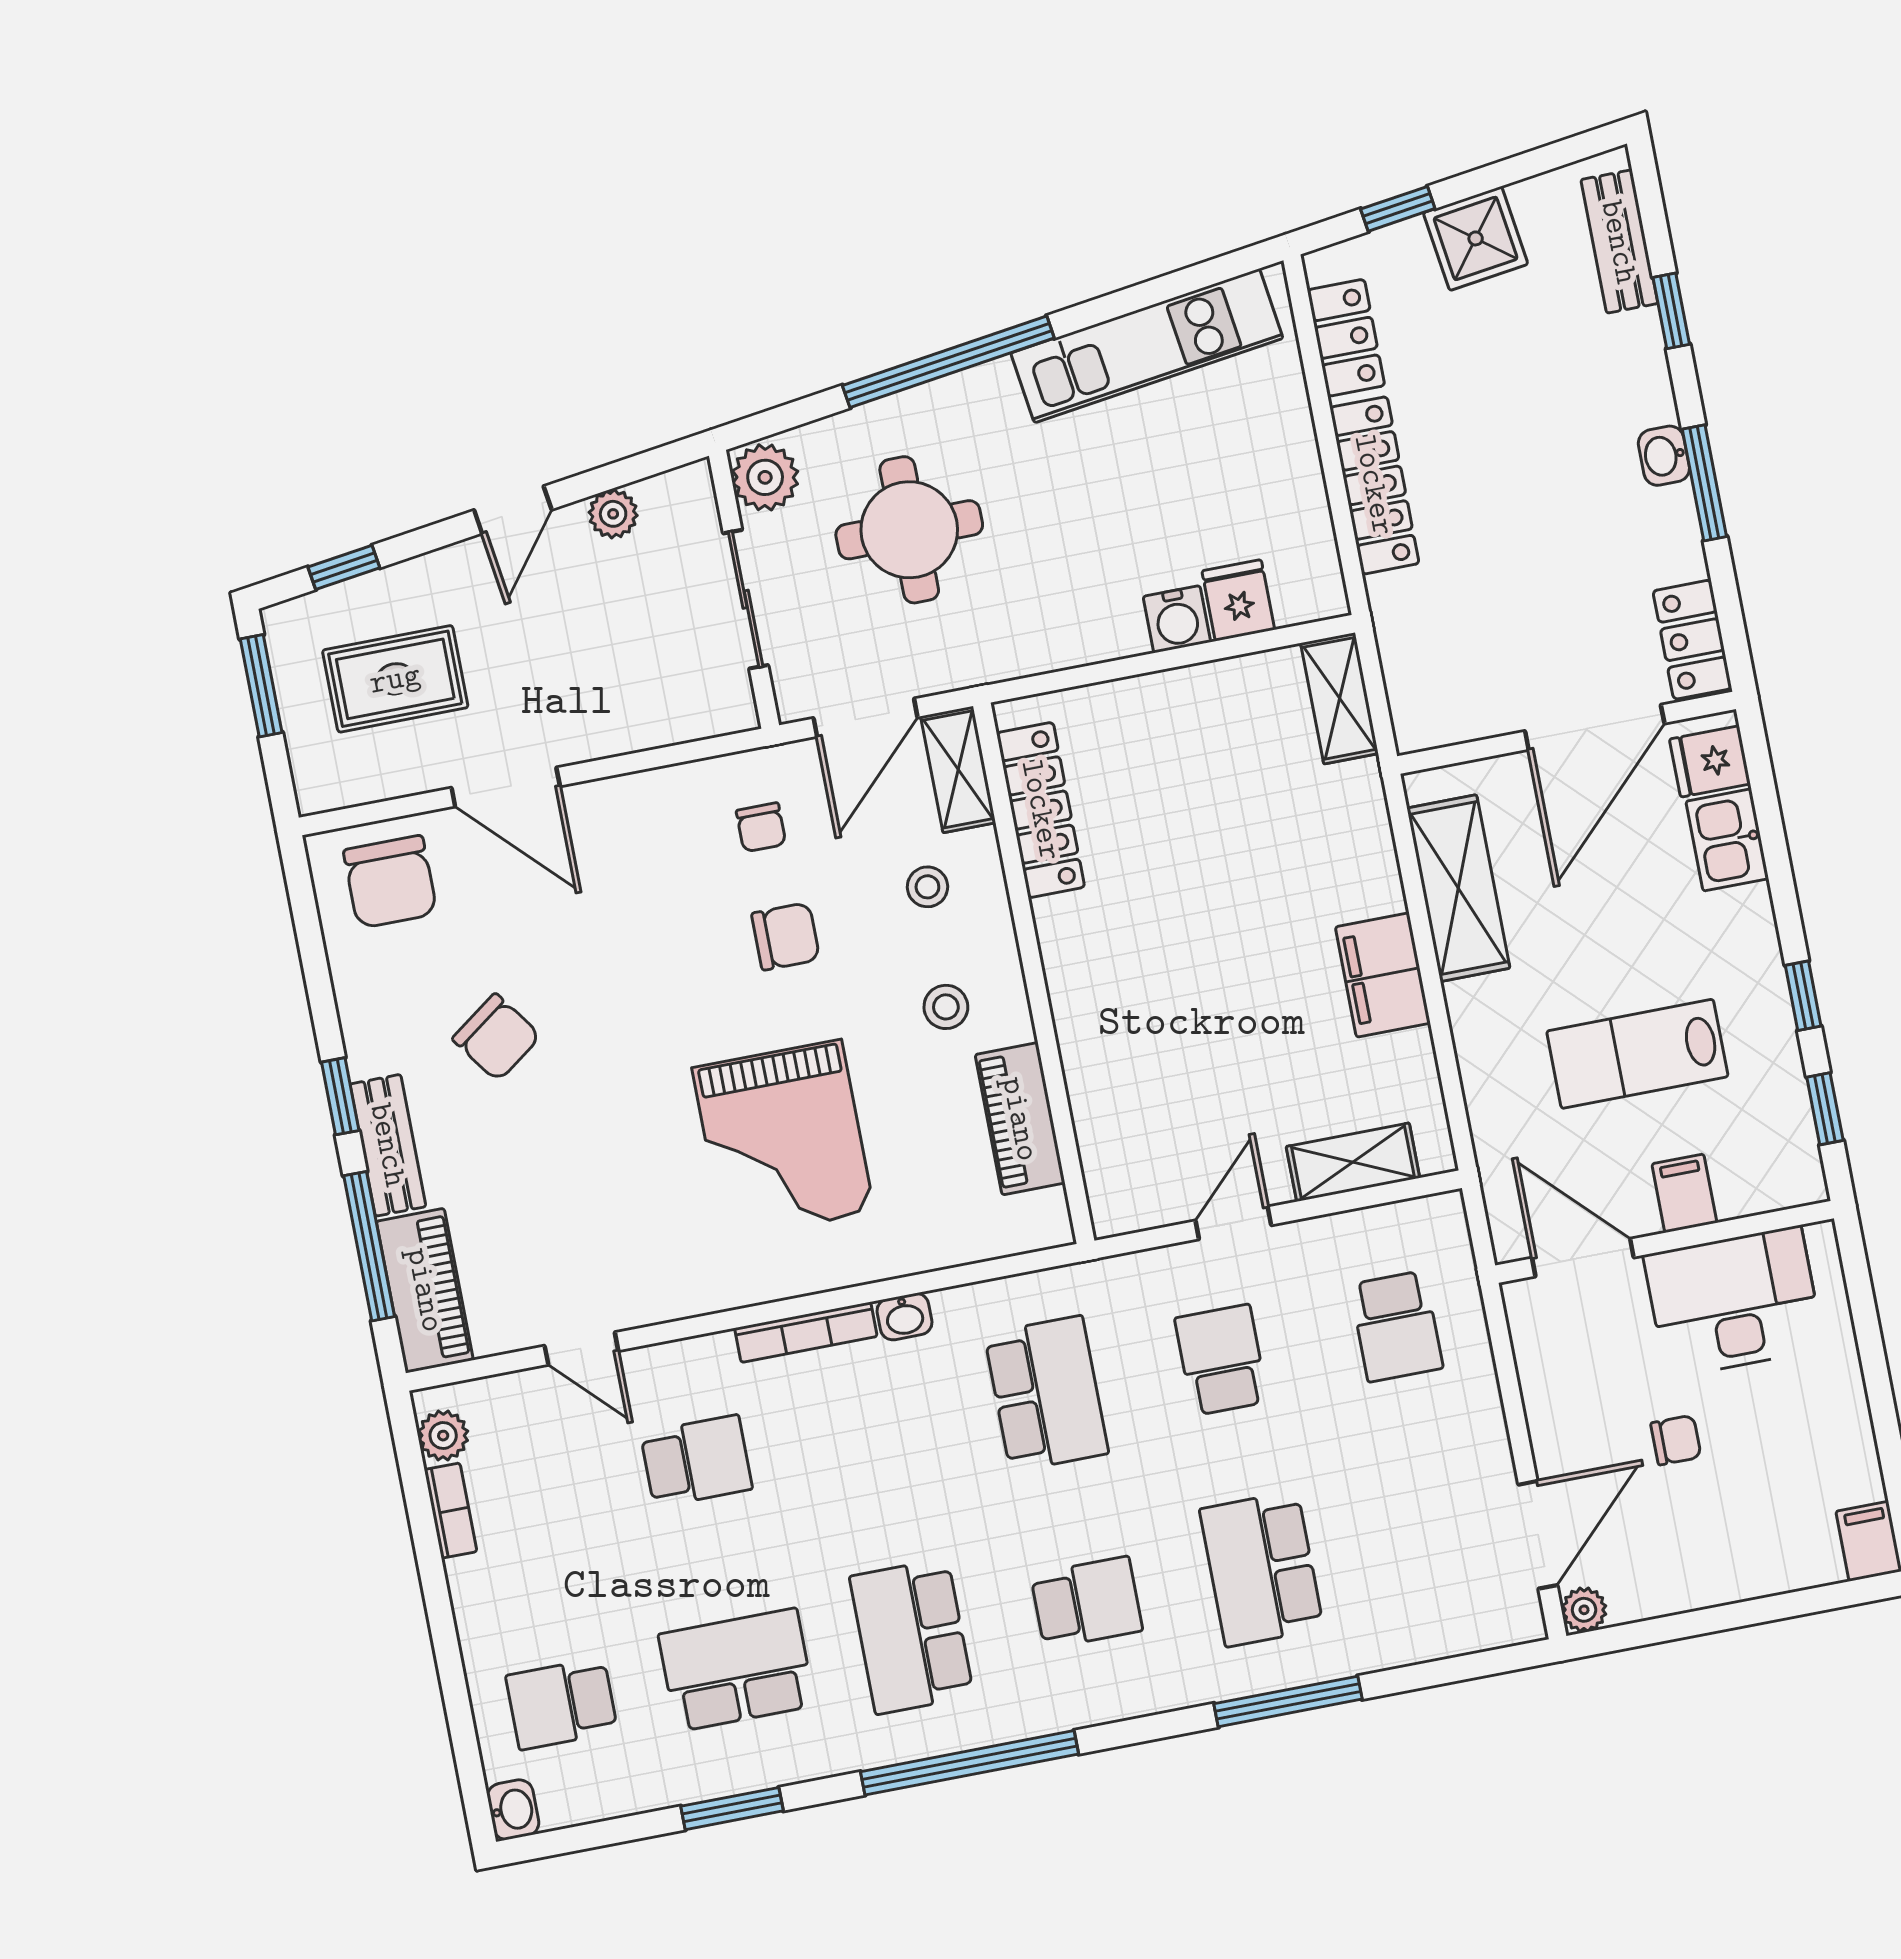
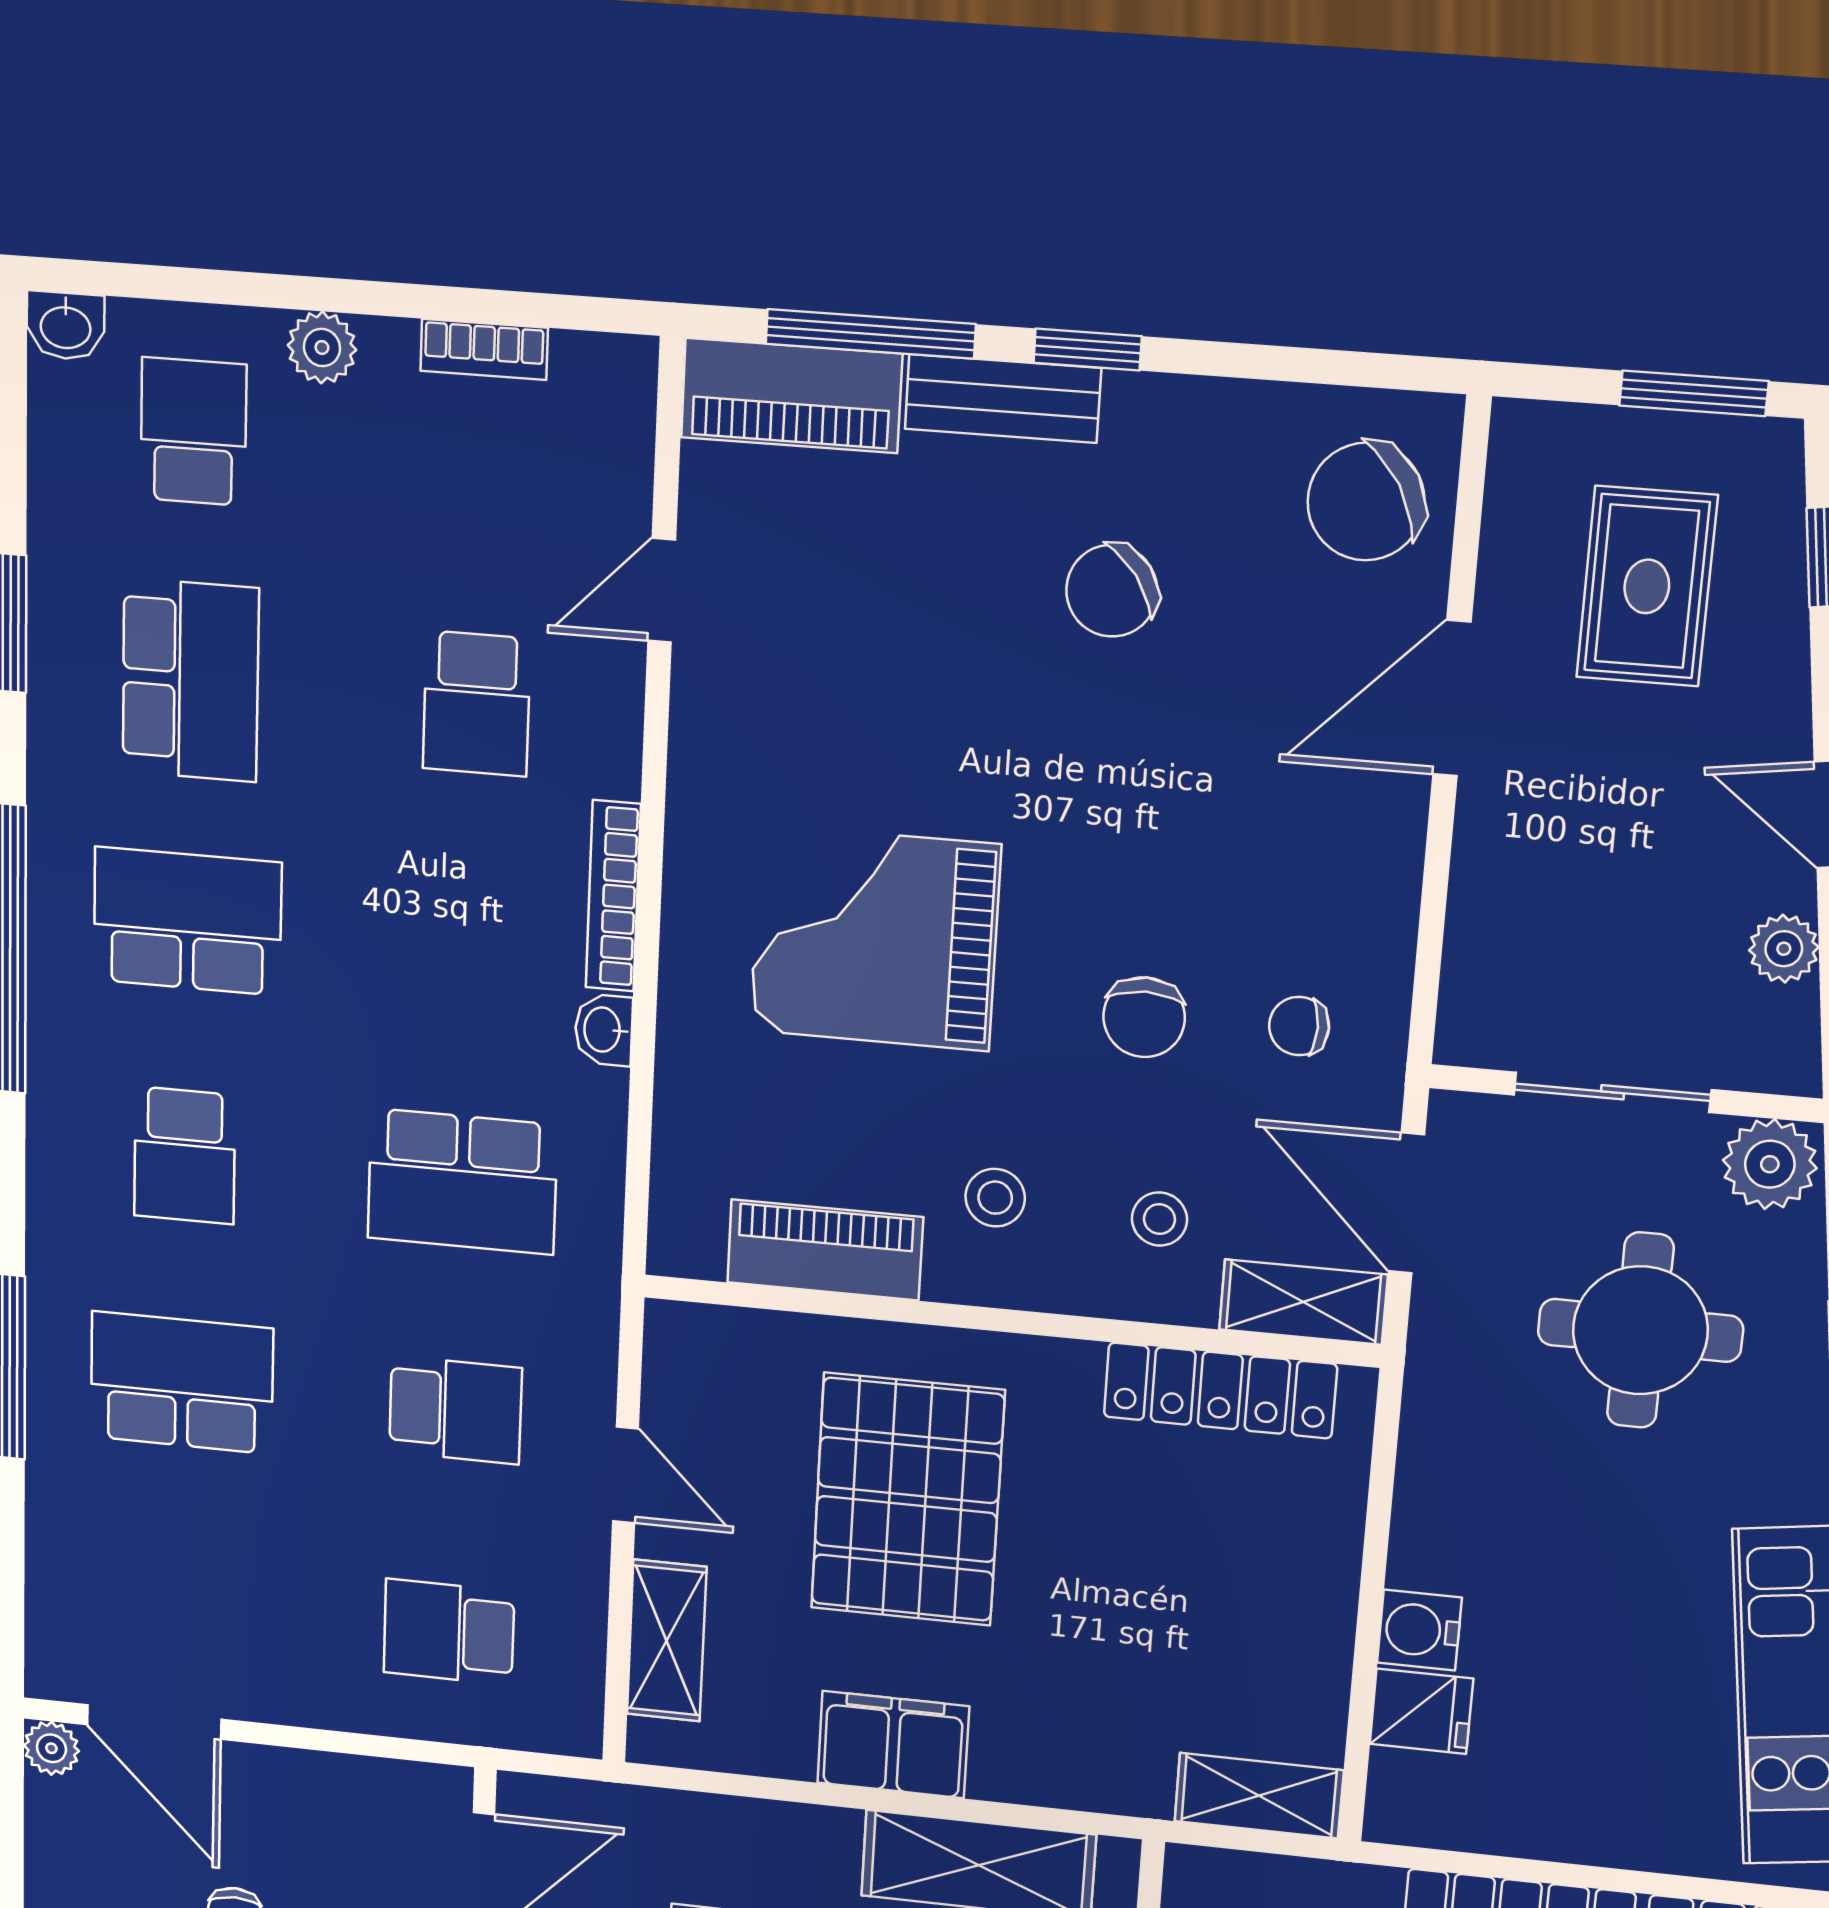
chair: (390, 882) -> (1366, 502), turned -31
pallet: (1190, 1012) -> (907, 1500), added
plant: (443, 1436) -> (322, 347), moved

